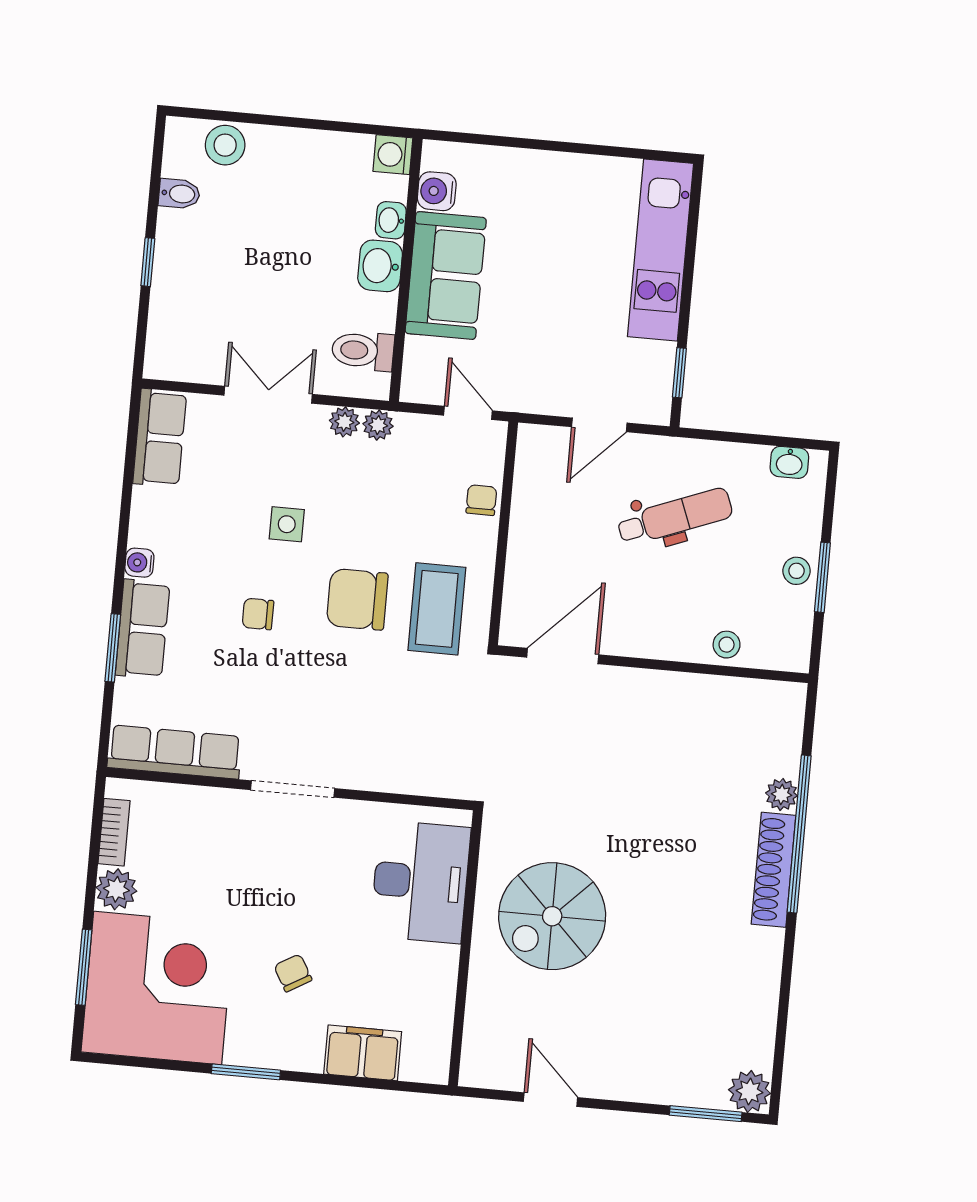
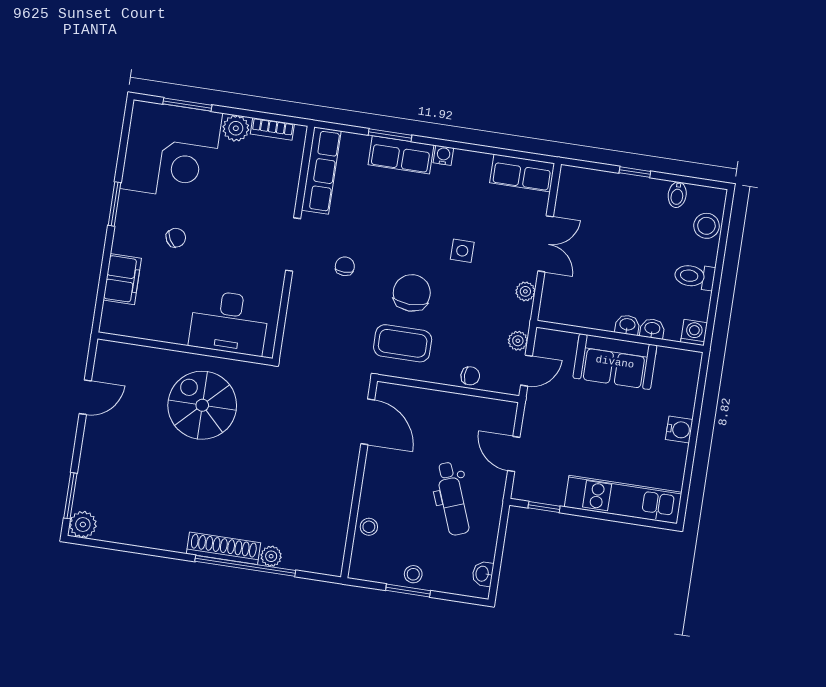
water cooler: (437, 191) -> (679, 430), moved, turned 90
washbasin: (380, 266) -> (627, 325), width x0.72, depth x0.69
toilet: (363, 351) -> (695, 276), moved, turned -90
plant: (378, 425) -> (518, 341), moved
chair: (258, 614) -> (345, 266), moved

